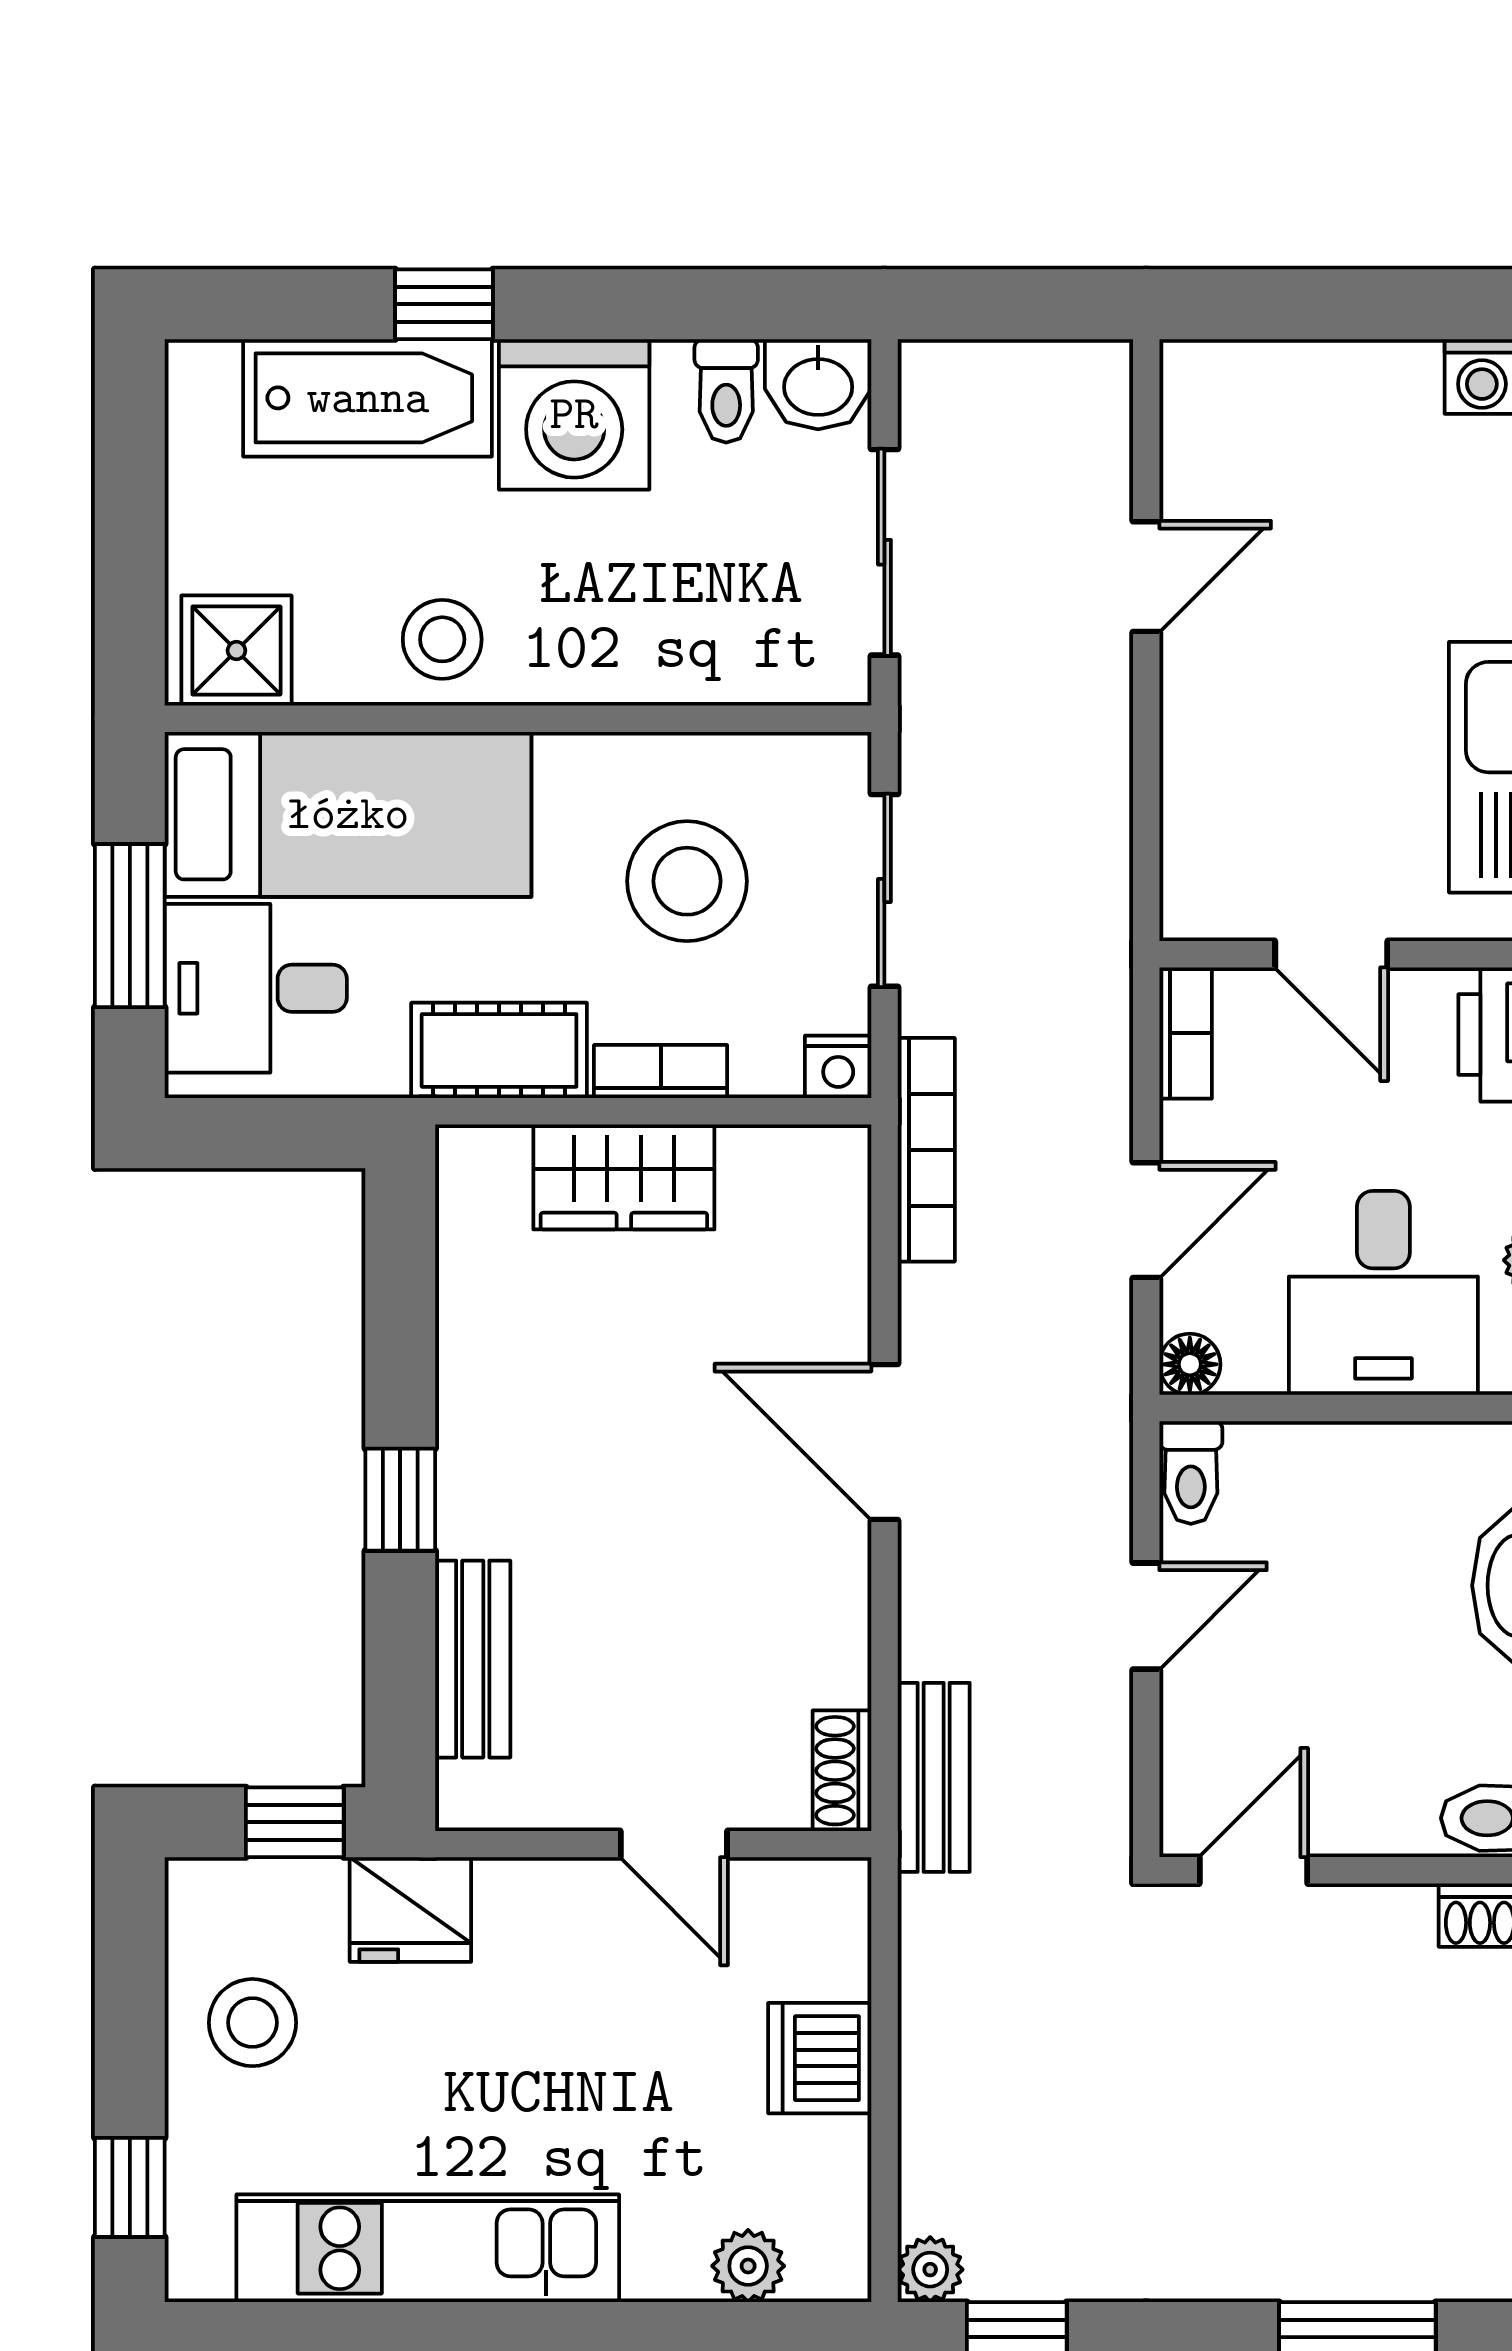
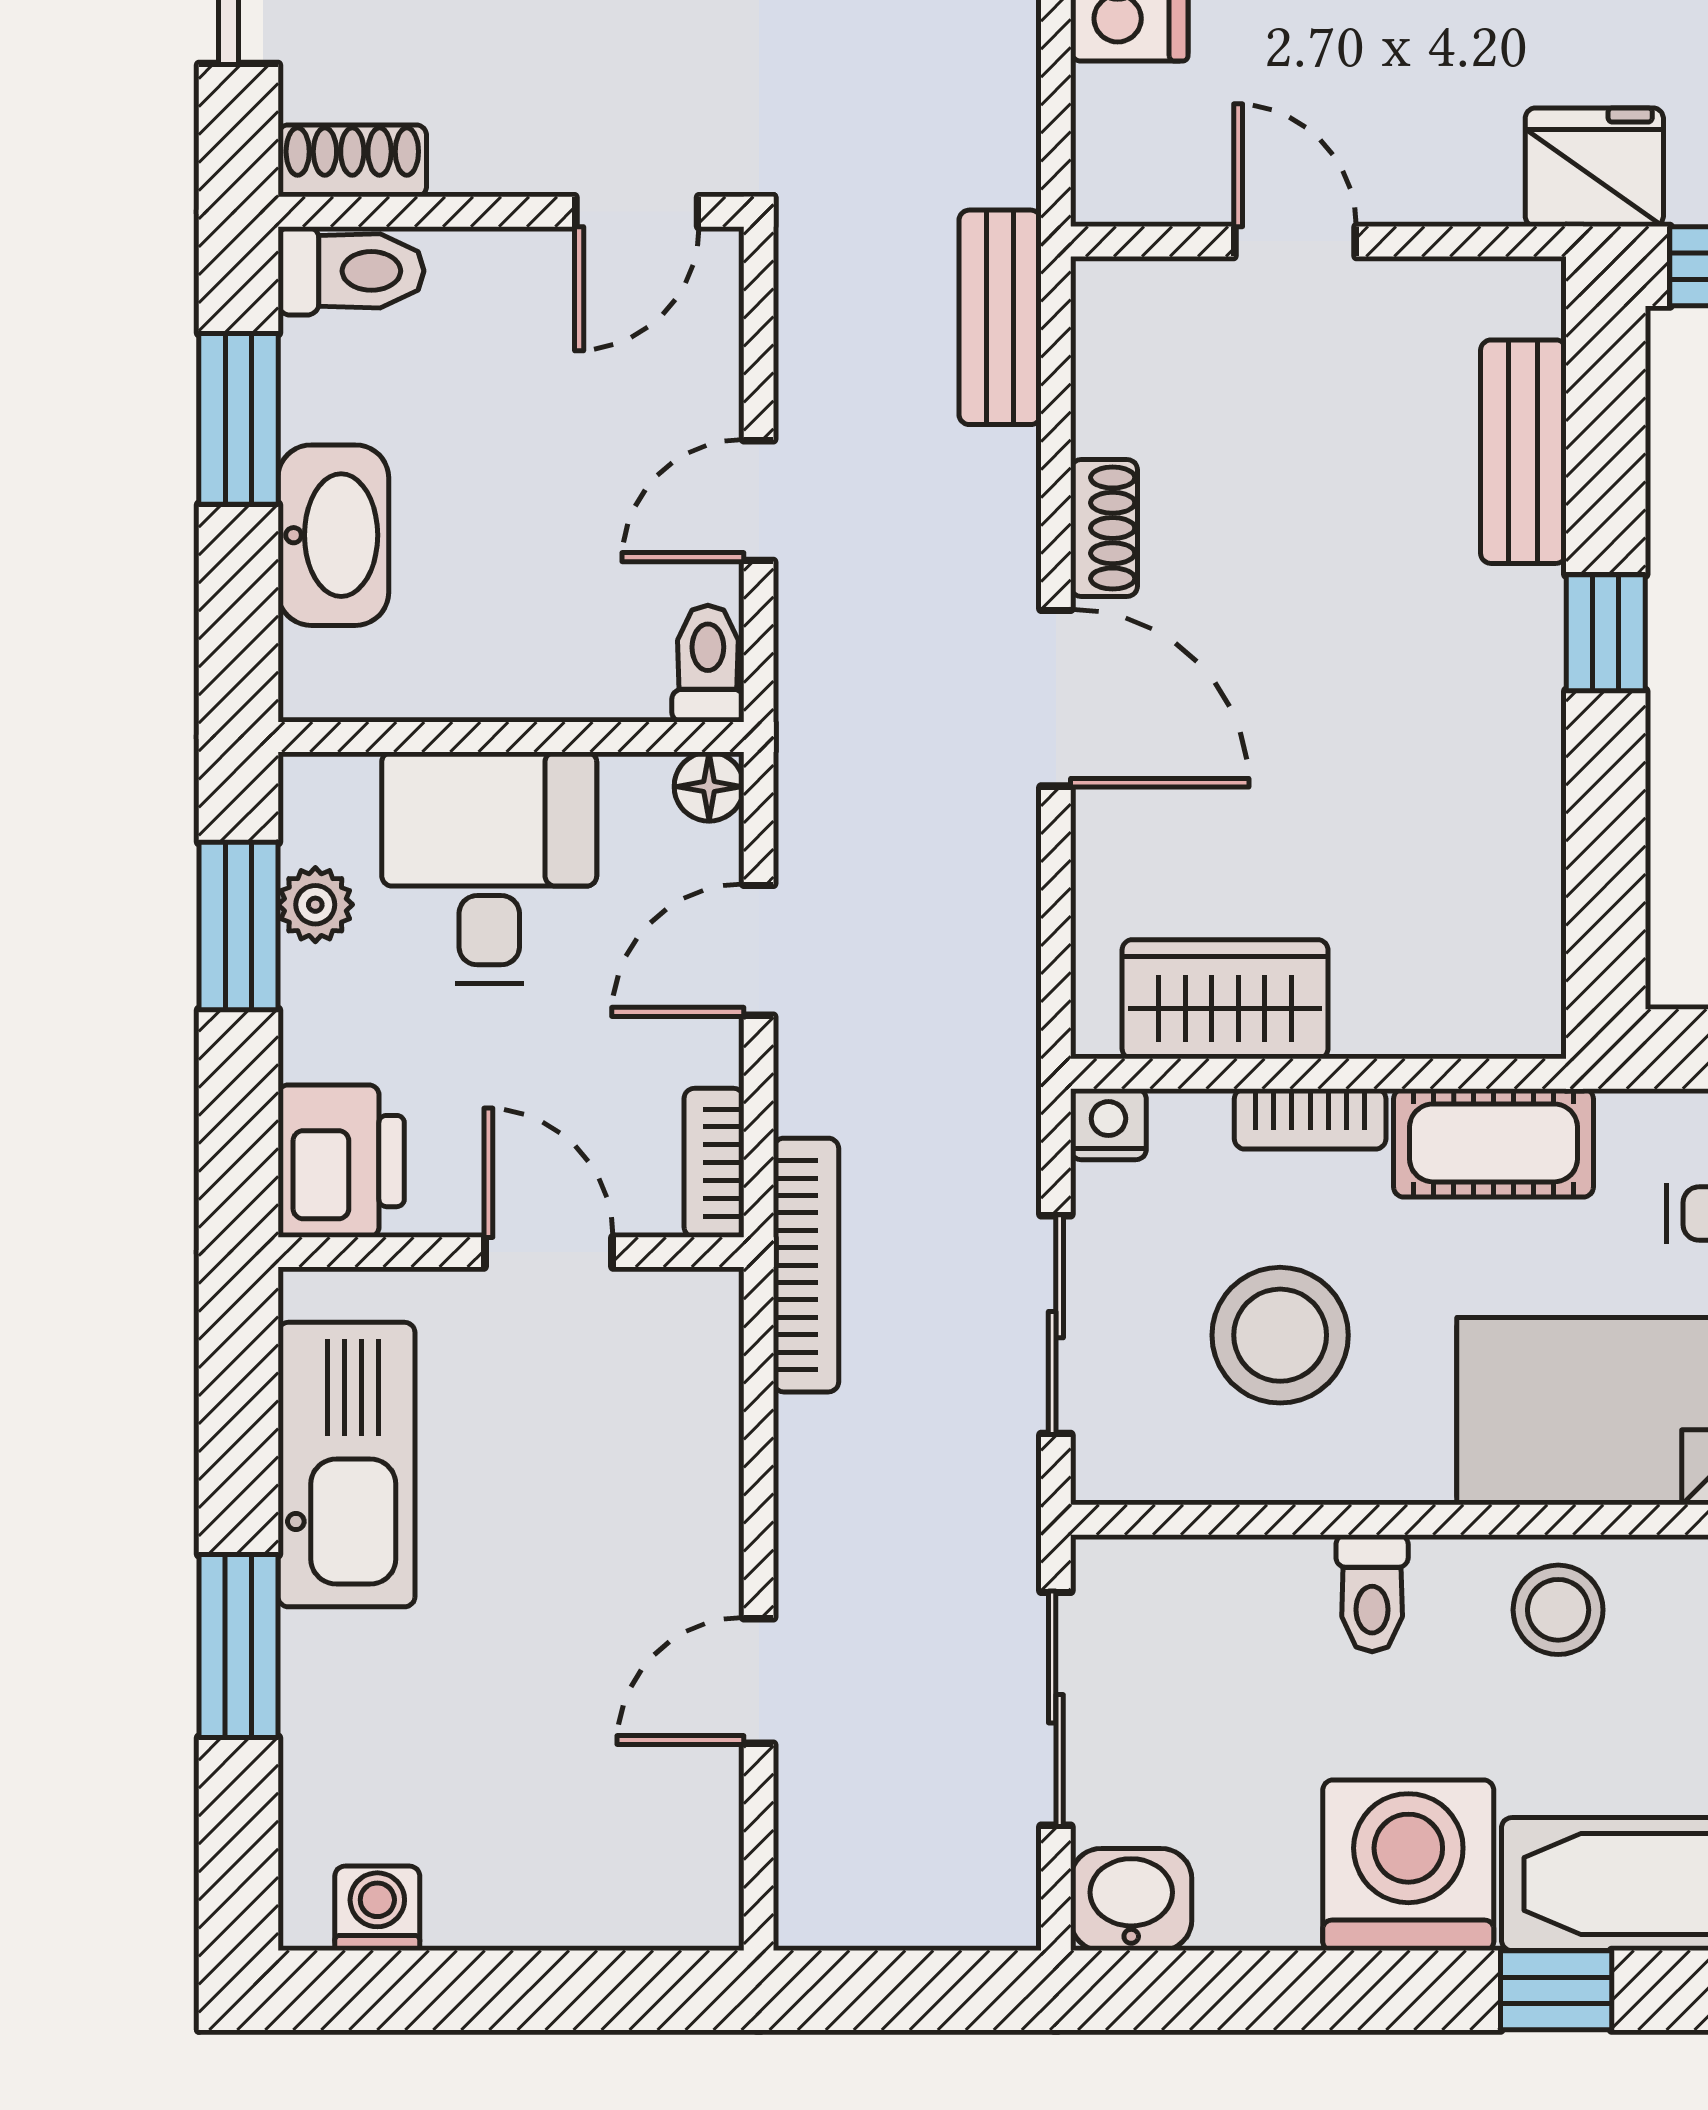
toilet: (726, 391) -> (1372, 1593), moved, turned 180
bookcase: (926, 1150) -> (806, 1265), moved, turned 180
wardrobe: (624, 1177) -> (1225, 999), moved
shoe rack: (842, 1771) -> (1104, 528), moved

